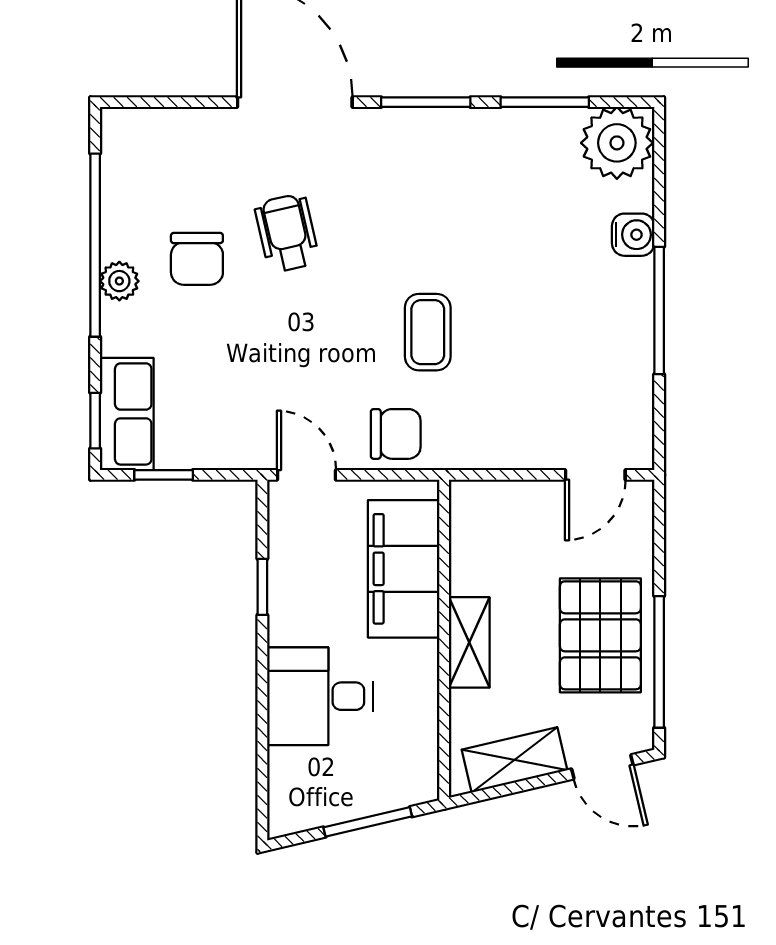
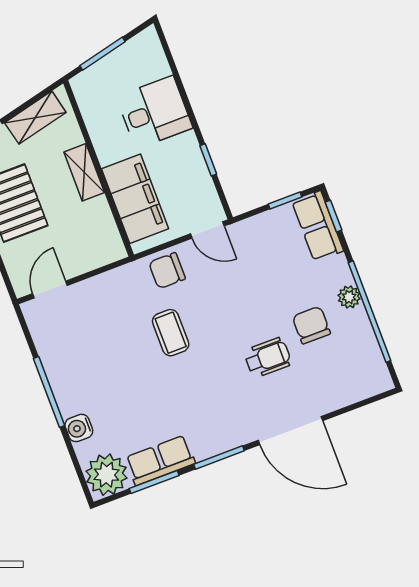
row of seats: (522, 133) -> (160, 460), added
wheelchair: (287, 233) -> (268, 358), turned -77

